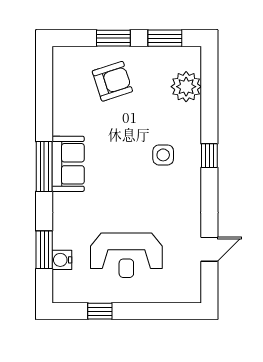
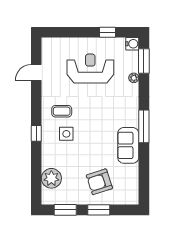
sofa: (68, 164) -> (128, 145), moved
coffee table: (170, 190) -> (62, 111), added
plant: (60, 241) -> (134, 78), added
window: (44, 250) -> (144, 61), moved
water cooler: (62, 260) -> (132, 44), moved

